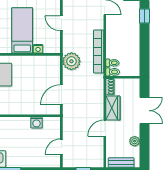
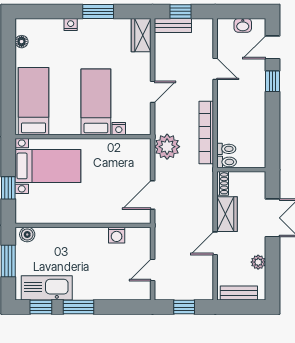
door: (61, 23) -> (153, 92), swing flipped

